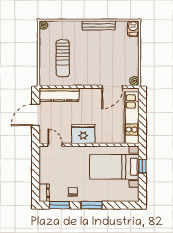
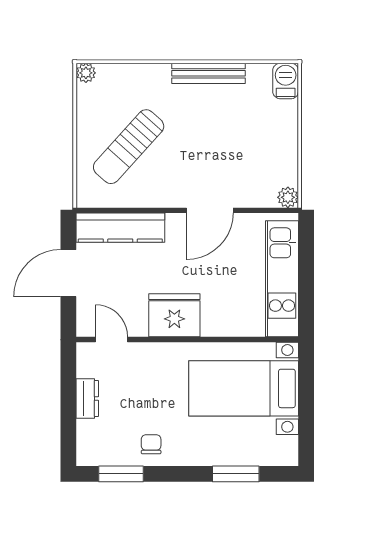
sun lounger: (63, 58) -> (129, 147), turned 42
door: (112, 87) -> (210, 210), moved
window: (142, 166) -> (306, 387), removed
dresser: (44, 193) -> (87, 399), moved
window: (92, 205) -> (236, 474), moved

